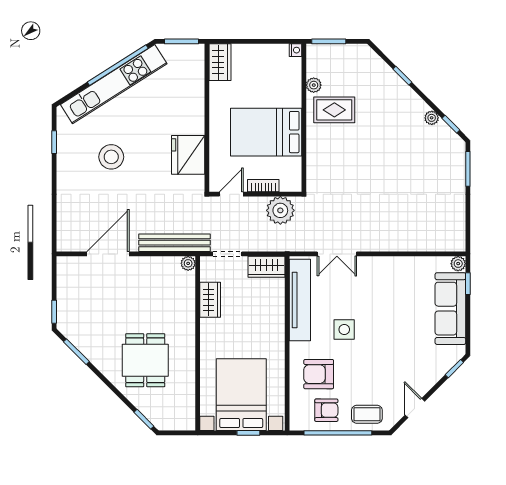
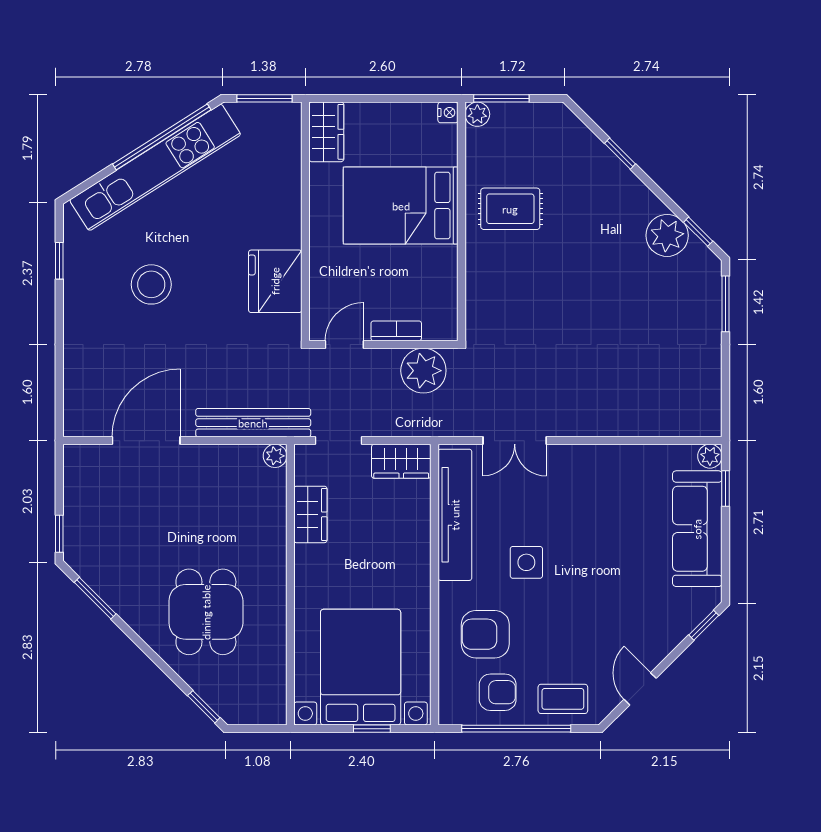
plant: (314, 85) -> (477, 114), moved
plant: (432, 118) -> (667, 235), width x1.88, depth x1.88
bed: (266, 132) -> (401, 206), moved

